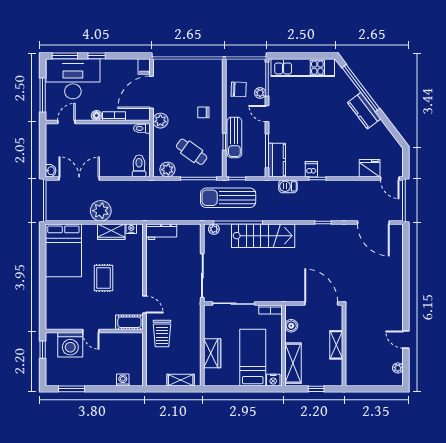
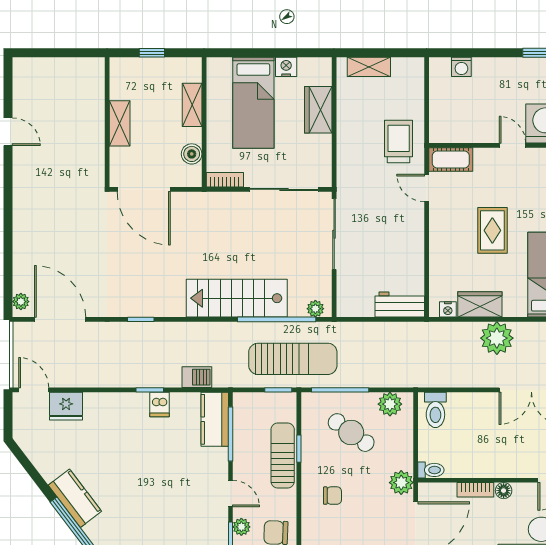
shelving: (293, 363) -> (192, 105), width x0.67, depth x0.75
plant: (398, 368) -> (21, 302), moved
nightstand: (273, 380) -> (286, 67), moved

